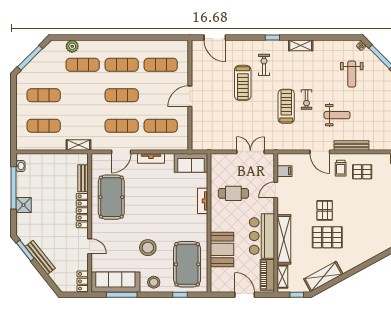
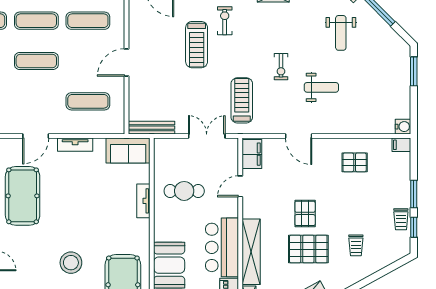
treadmill: (286, 106) -> (242, 100), moved
exercise mat: (122, 126) -> (36, 101), removed
bench: (352, 146) -> (151, 128), moved
trolley: (341, 168) -> (356, 245), moved
filing cabinet: (285, 171) -> (252, 154), width x2.00

